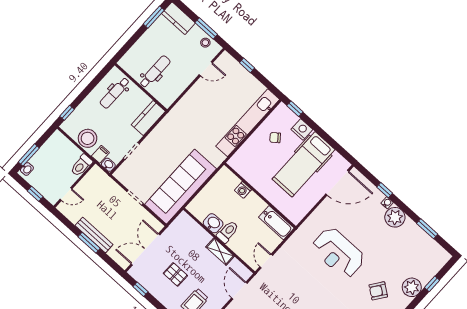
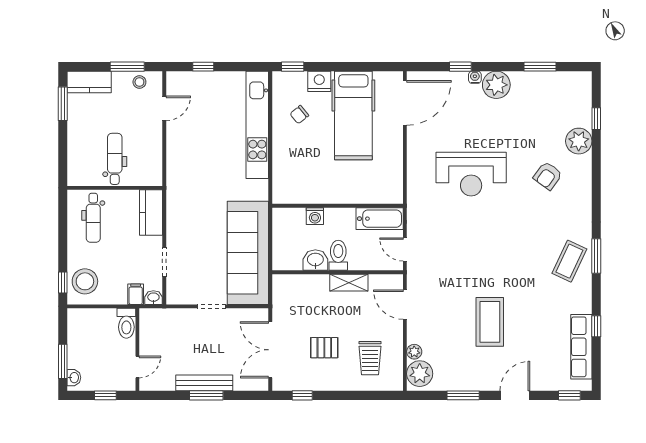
stool: (88, 138) -> (85, 281), moved
washing machine: (243, 190) -> (315, 216), moved
wall: (260, 195) -> (338, 206), moved
bathtub: (276, 223) -> (380, 219), moved

